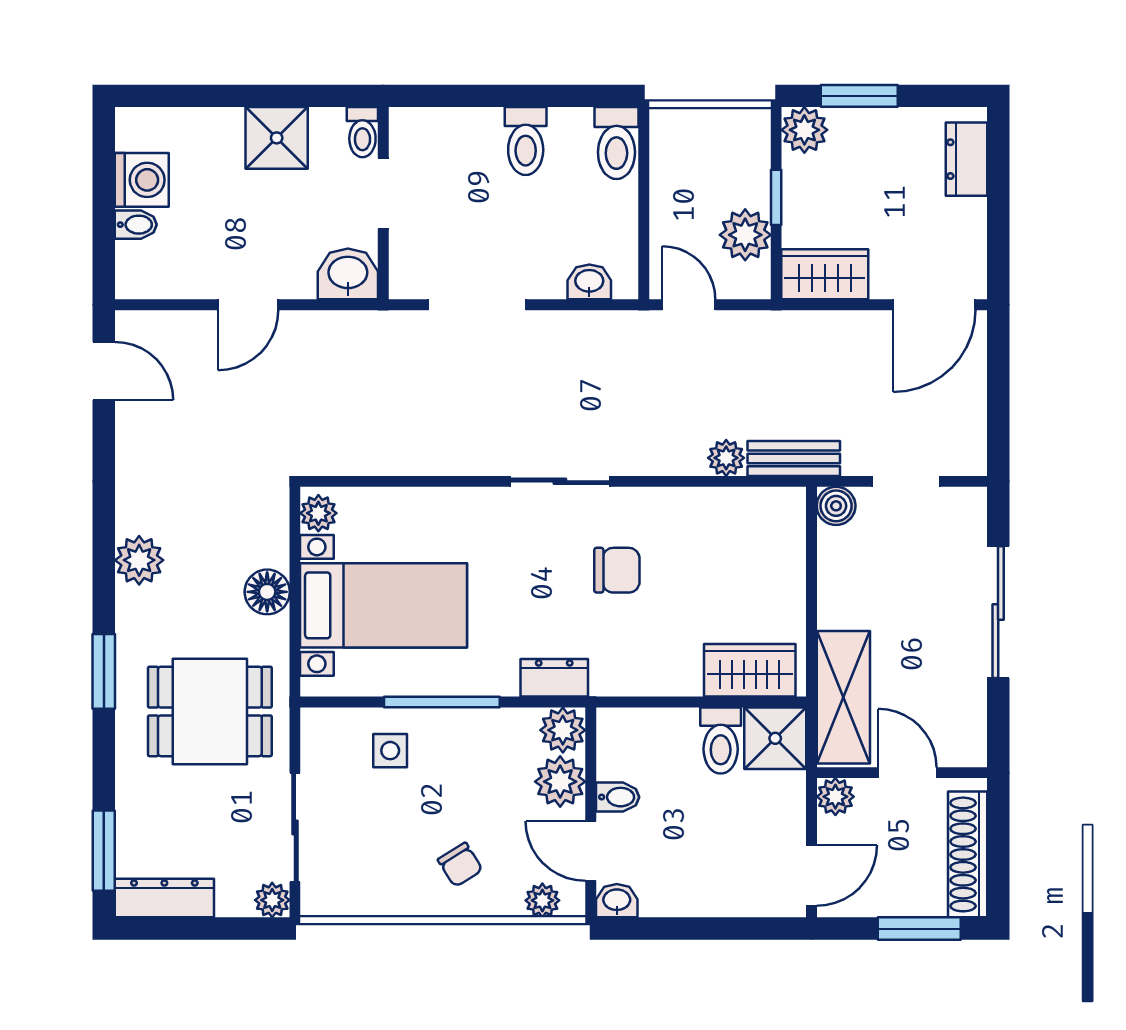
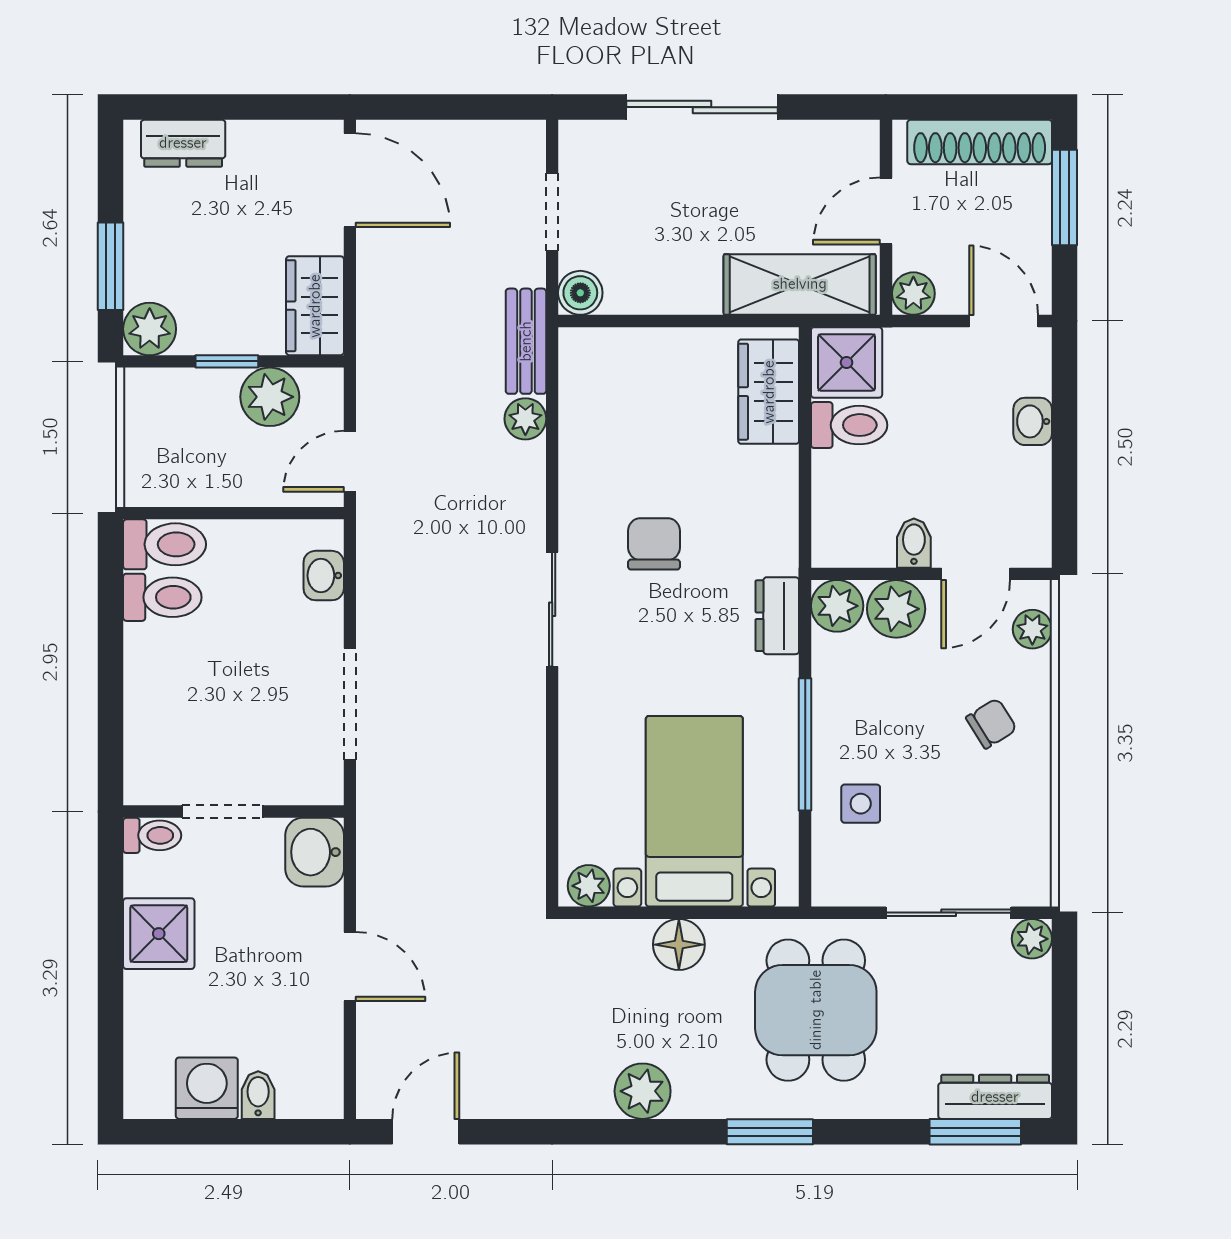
toilet: (526, 141) -> (162, 597), moved
dresser: (164, 898) -> (995, 1097), moved, turned 90
washbasin: (617, 901) -> (1033, 421), moved

